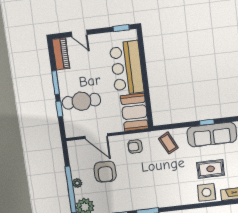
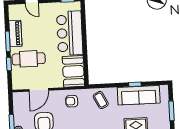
piano: (61, 54) -> (15, 33), moved
door: (96, 136) -> (39, 90), hinge flipped

